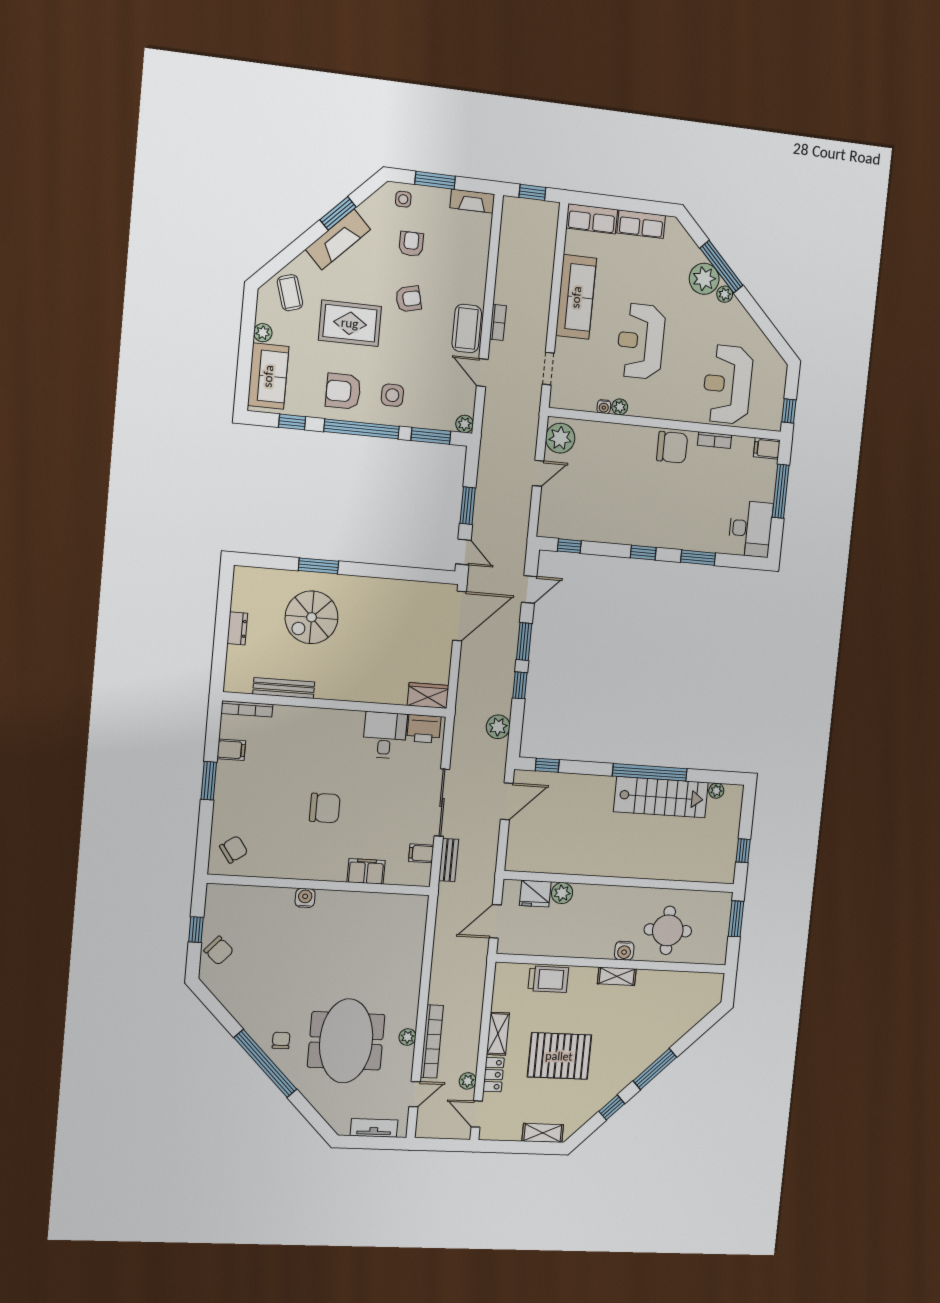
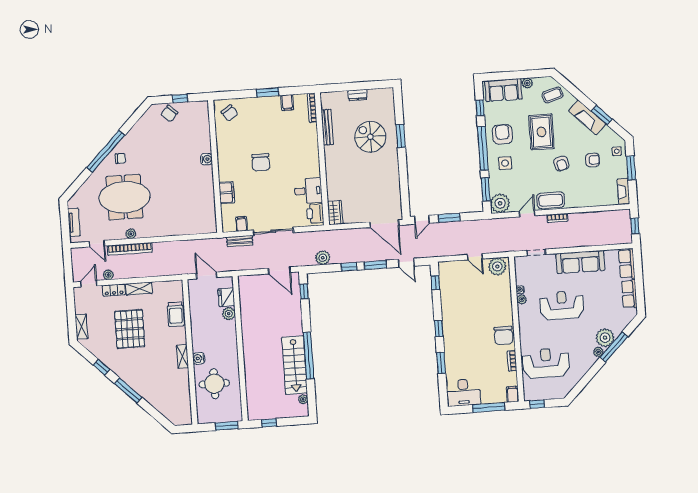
plant: (465, 424) -> (500, 203), width x1.88, depth x1.88

